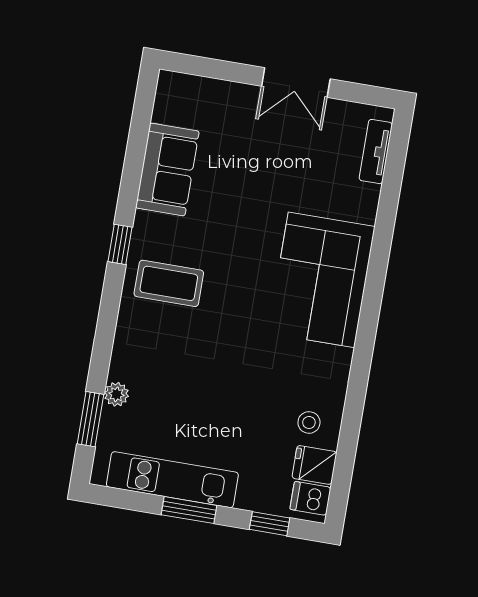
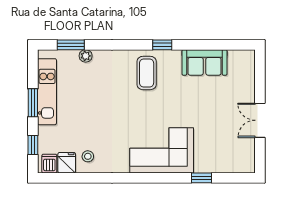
tv unit: (376, 152) -> (232, 167), removed
window: (387, 213) -> (201, 178), added

